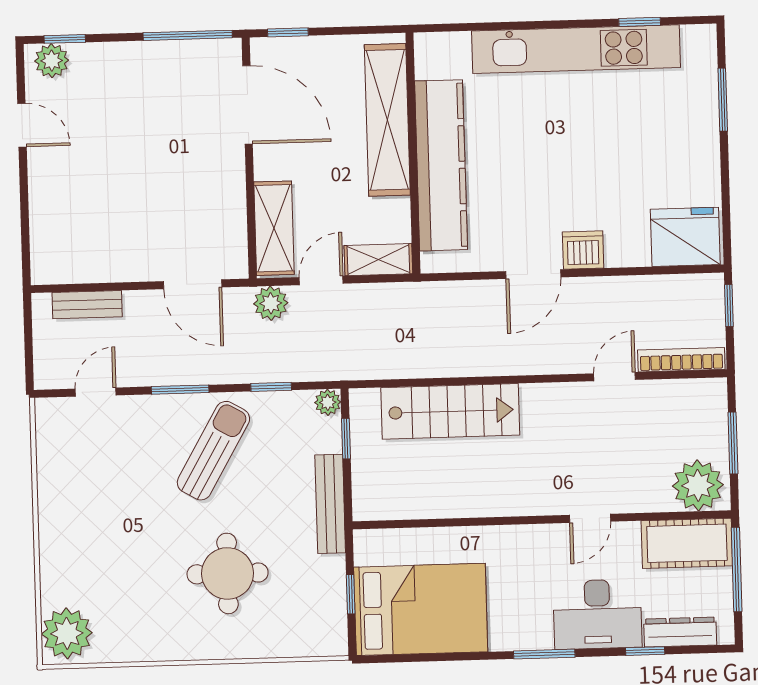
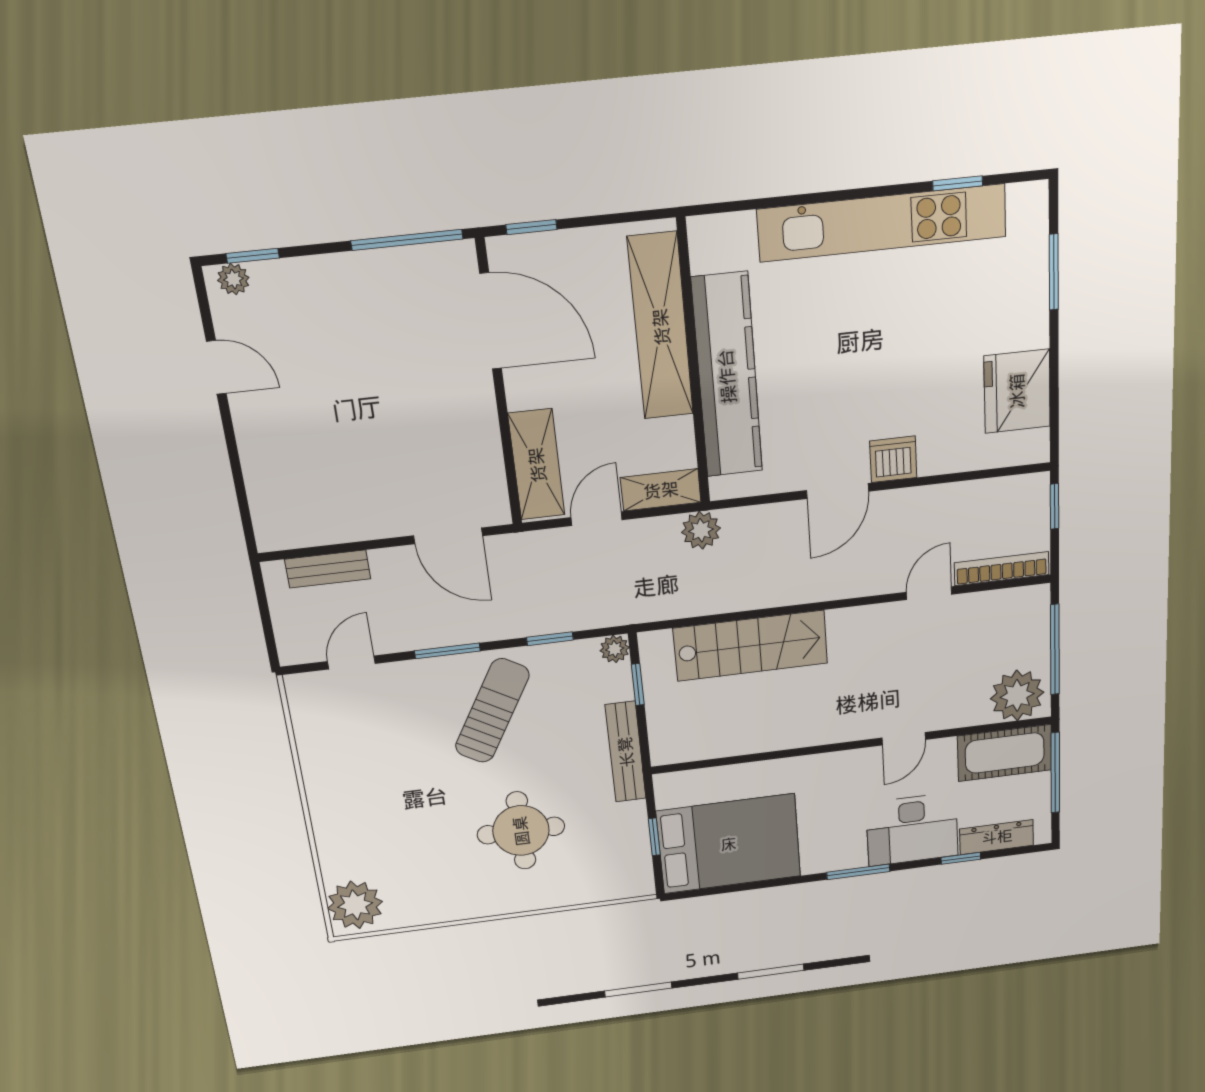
plant: (52, 61) -> (233, 279), width x0.73, depth x0.73
fridge: (685, 237) -> (1017, 391), moved, turned -90
plant: (271, 303) -> (701, 530), moved
window: (733, 443) -> (1055, 650), width x1.44

